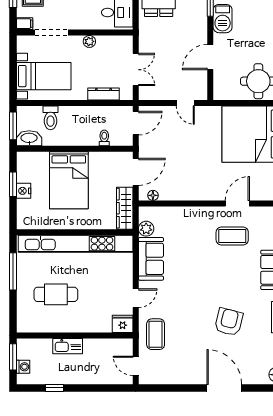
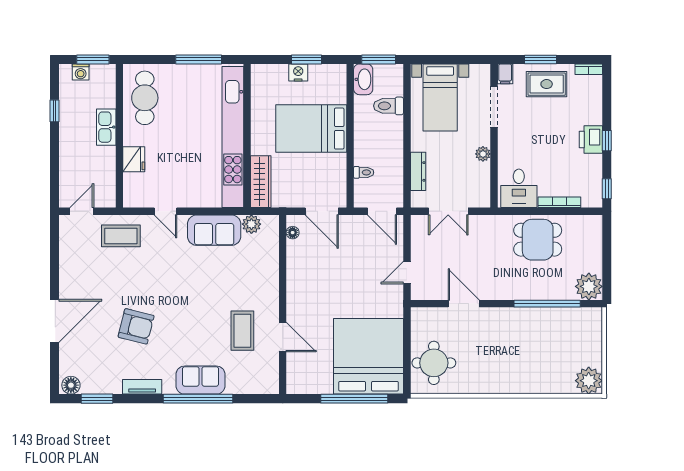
barbecue: (223, 19) -> (511, 319), removed
wardrobe: (125, 208) -> (261, 182), moved, turned 90
cafe table: (56, 294) -> (145, 98), moved
fridge: (123, 324) -> (134, 159), moved

